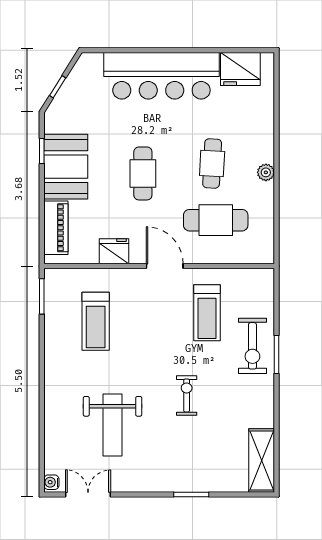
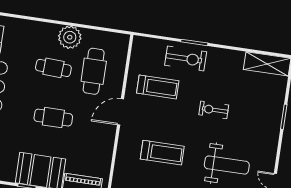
plant: (266, 172) -> (70, 37), width x1.87, depth x1.87
fridge: (114, 251) -> (105, 146), removed
treadmill: (96, 321) -> (162, 153), moved

